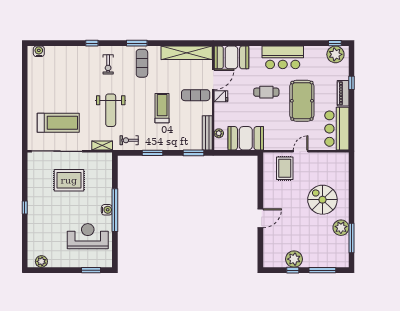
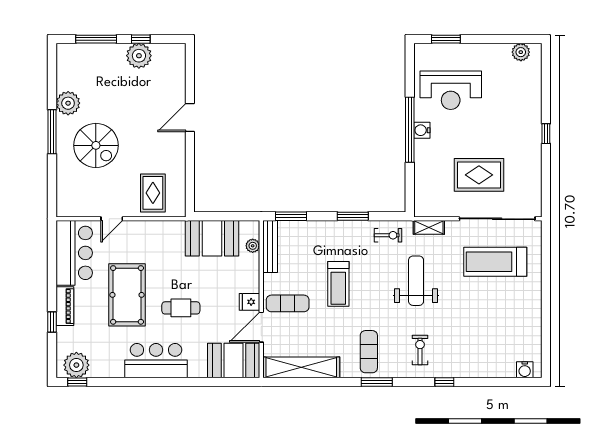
door: (301, 151) -> (112, 219), moved
window: (352, 238) -> (52, 132), moved

